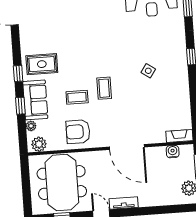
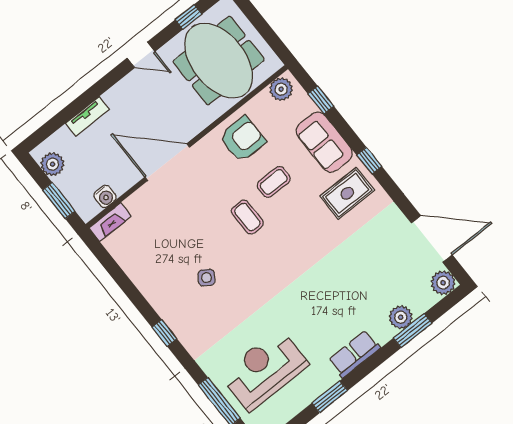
window: (20, 106) -> (321, 100), moved
plant: (31, 126) -> (307, 106), removed
tv unit: (124, 203) -> (87, 116), moved

